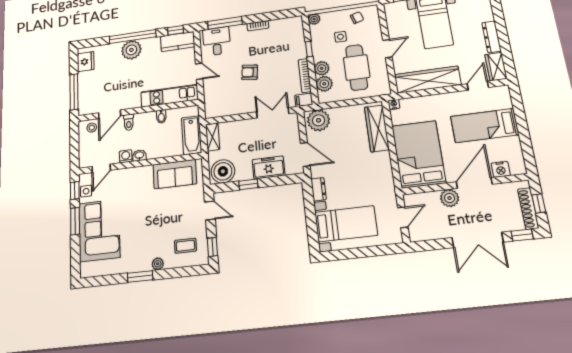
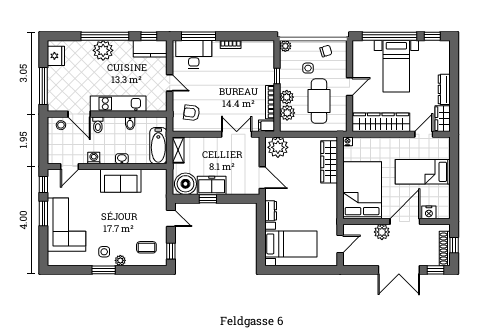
desk: (217, 41) -> (194, 54), width x1.37
armchair: (250, 72) -> (192, 113), moved
kitchen unit: (169, 96) -> (118, 104), moved
door: (110, 114) -> (79, 114), hinge flipped
washbasin: (139, 155) -> (122, 159), moved
freezer: (269, 167) -> (212, 185), moved
sofa: (175, 174) -> (121, 181), moved
side table: (86, 191) -> (104, 252), moved

